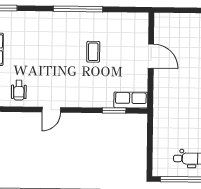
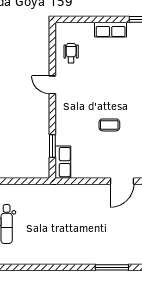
door: (151, 56) -> (122, 181), moved
wheelchair: (19, 90) -> (71, 53), turned 90

